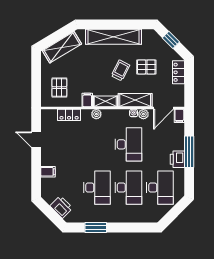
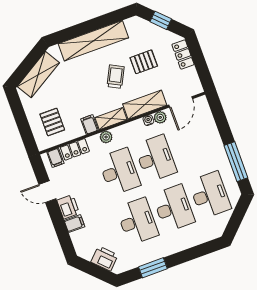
filing cabinet: (179, 116) -> (55, 158), moved
desk: (97, 144) -> (119, 172), added
window: (189, 152) -> (236, 162), moved
printer: (177, 159) -> (68, 207), moved, turned 180

